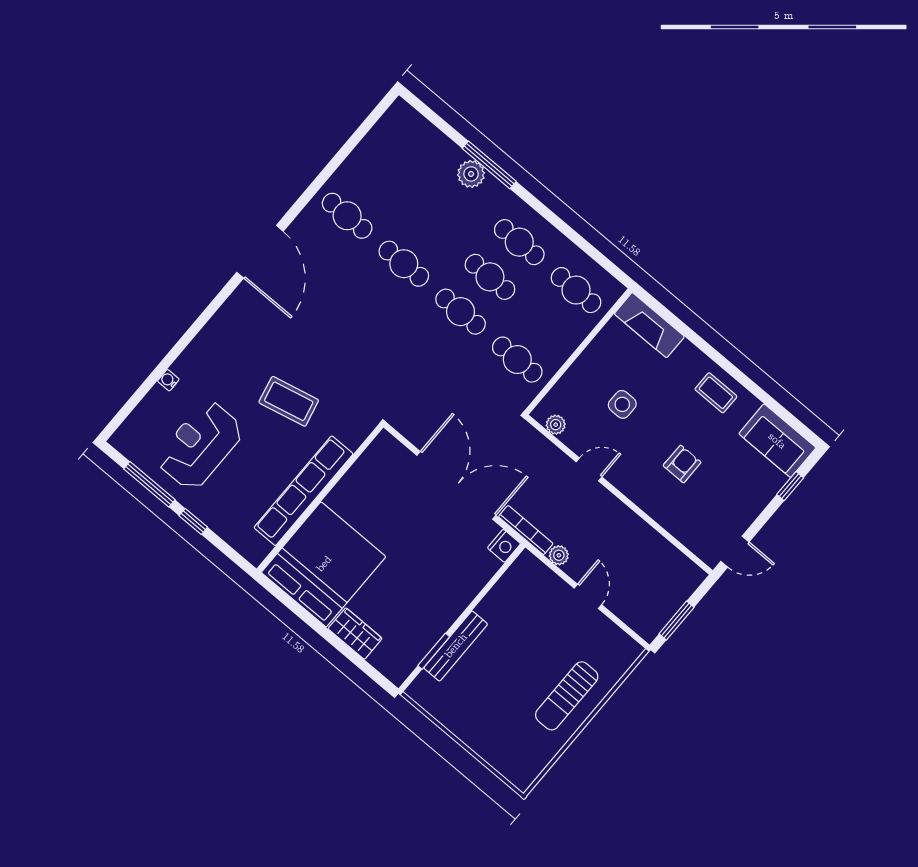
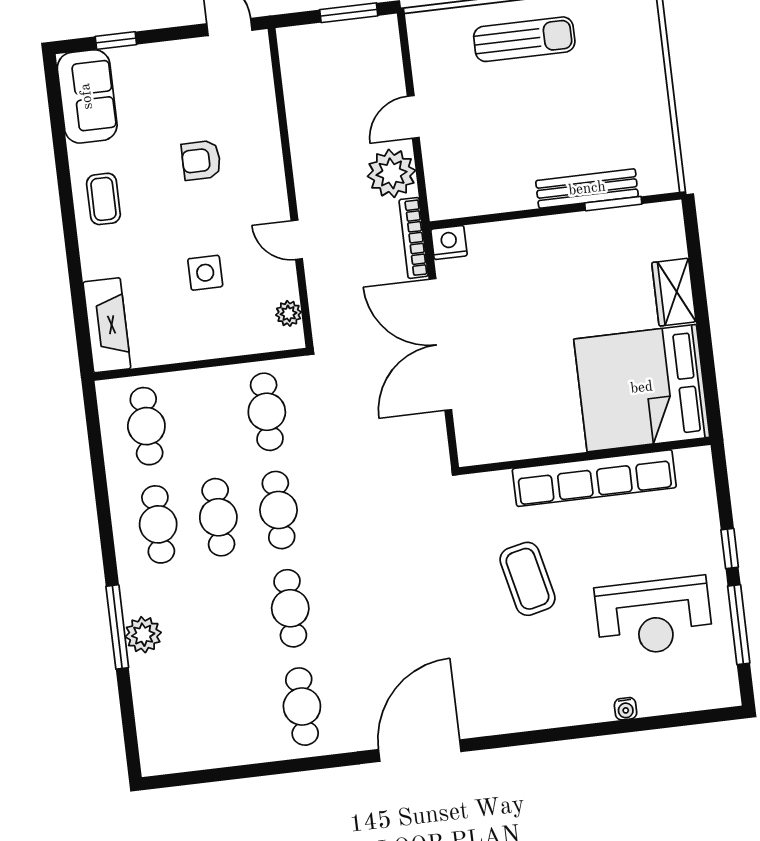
plant: (559, 555) -> (392, 173), width x1.87, depth x1.87

